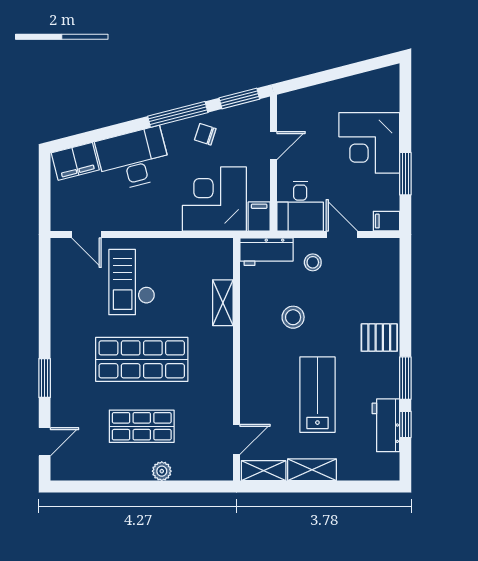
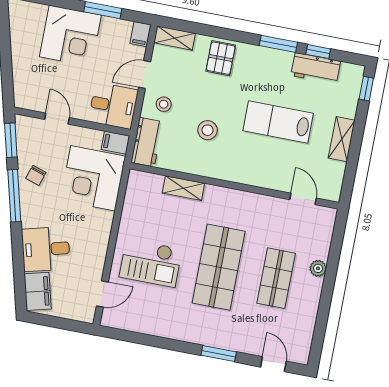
desk: (133, 159) -> (46, 249), width x0.73
pallet: (379, 338) -> (221, 58), moved
shelving: (264, 471) -> (175, 38), moved, turned 90
window: (374, 486) -> (366, 89), added

